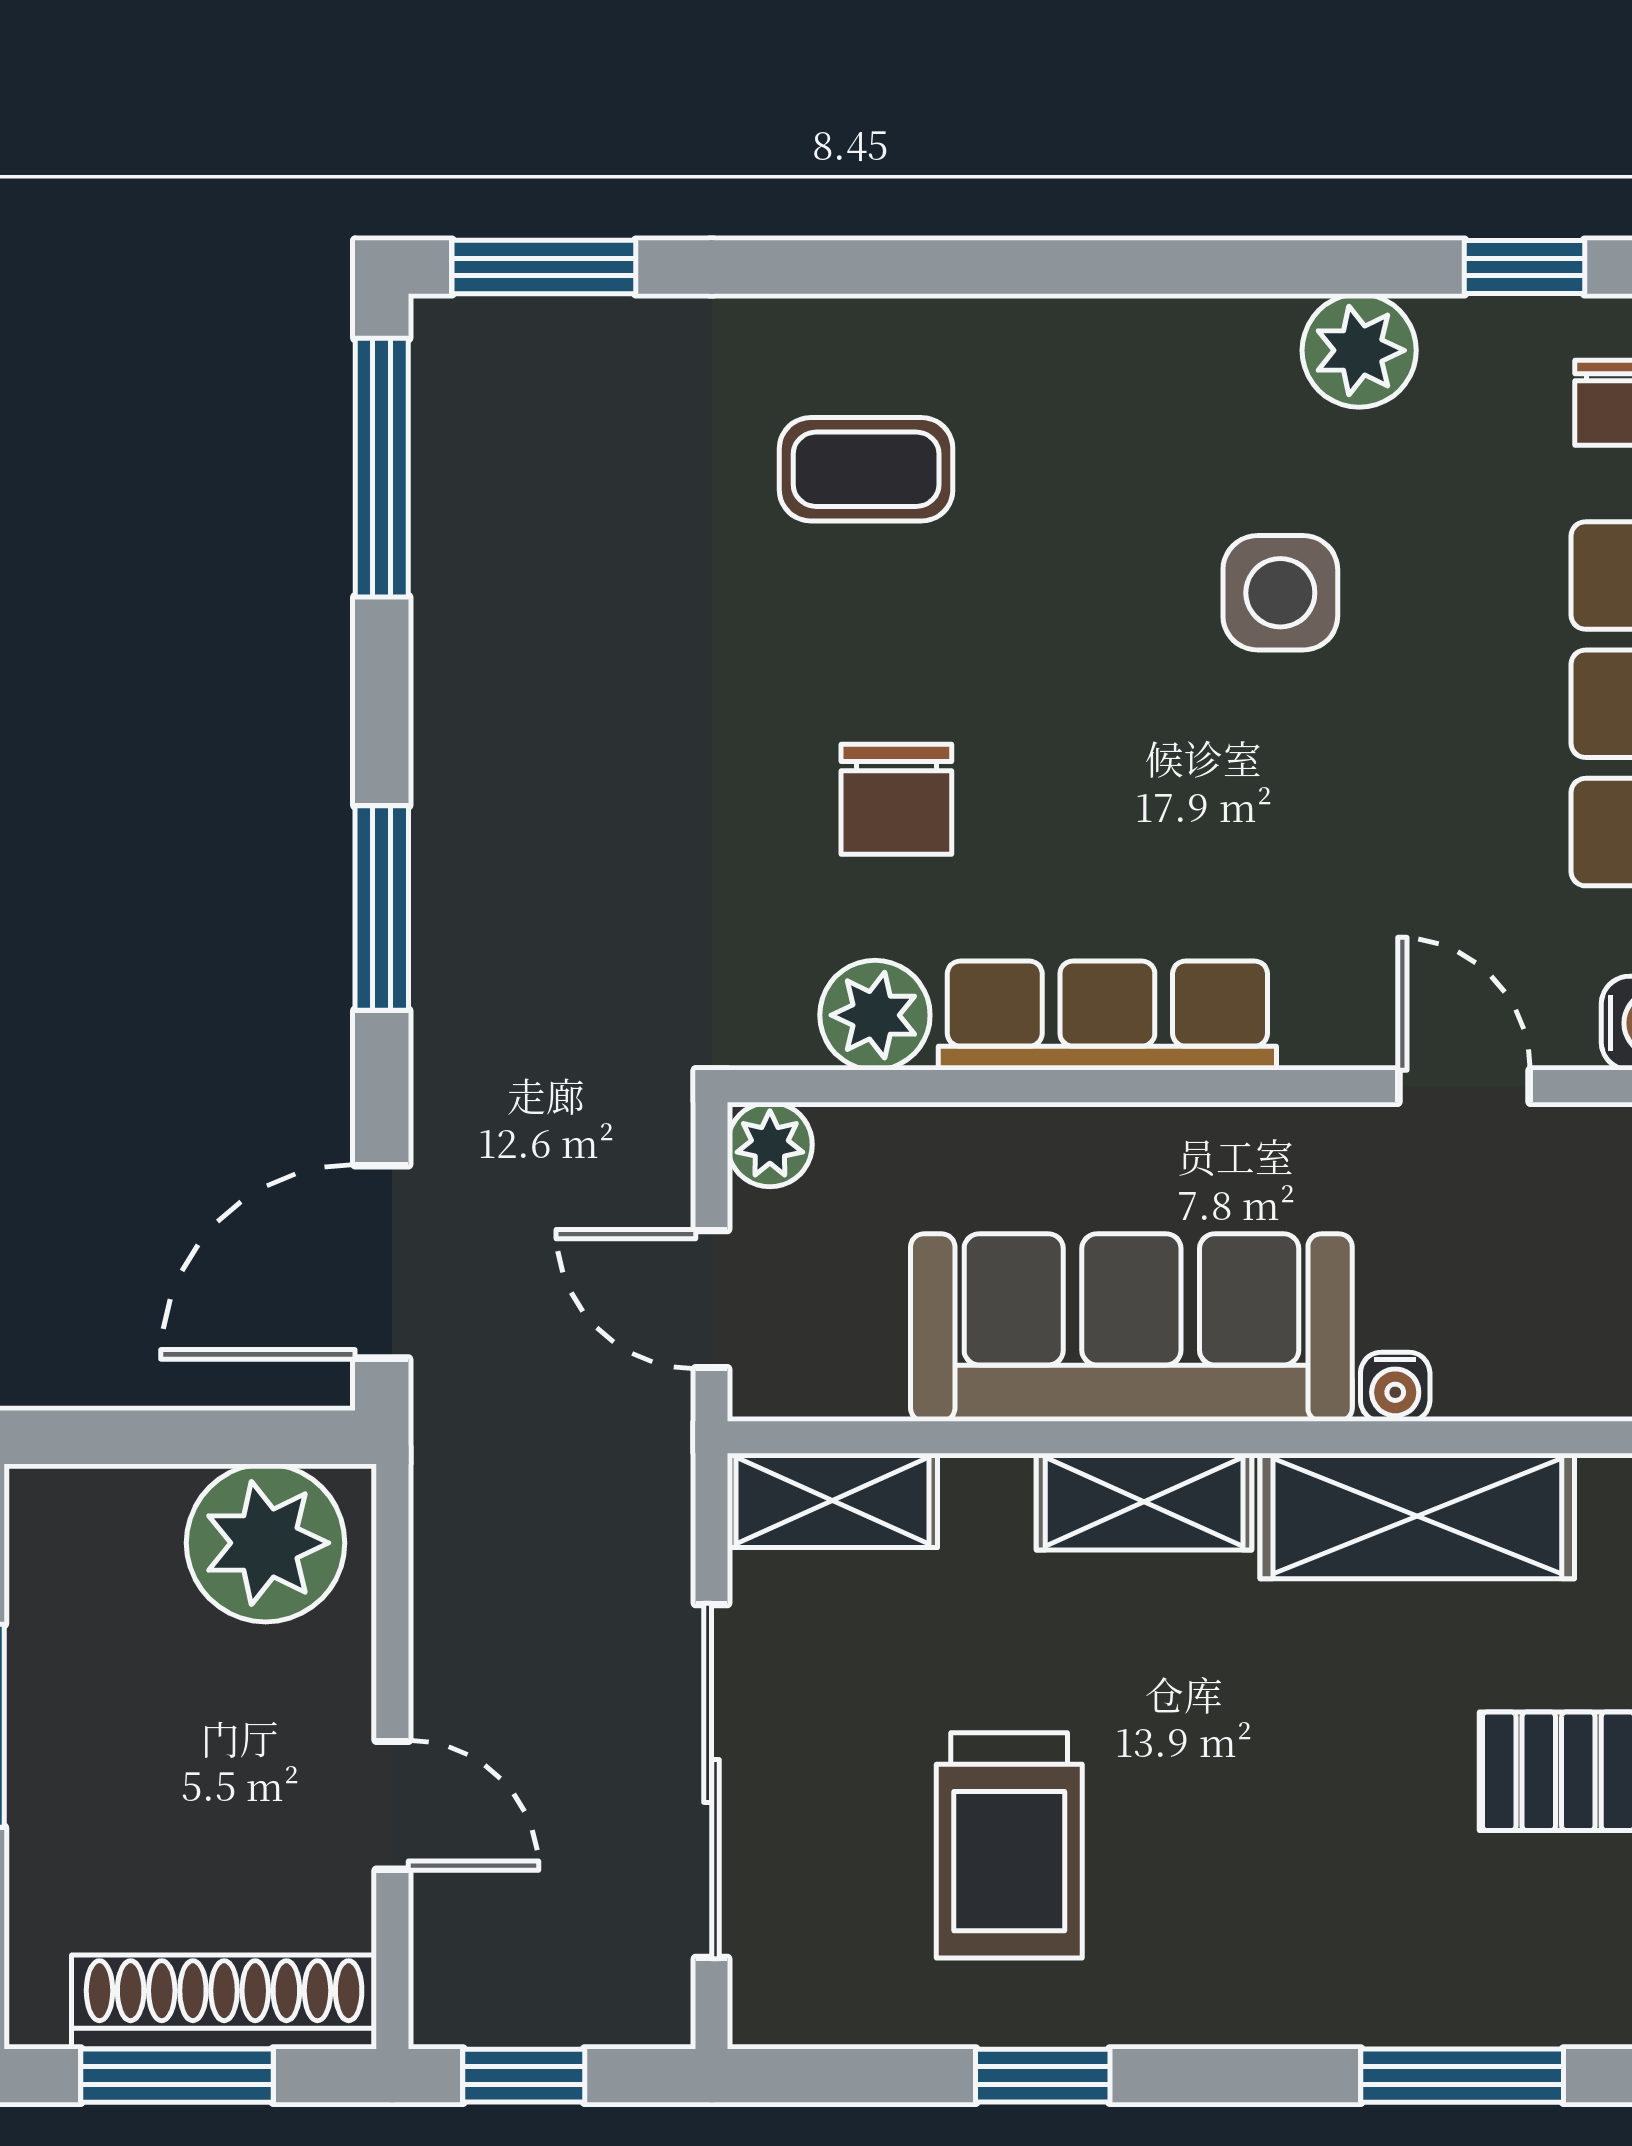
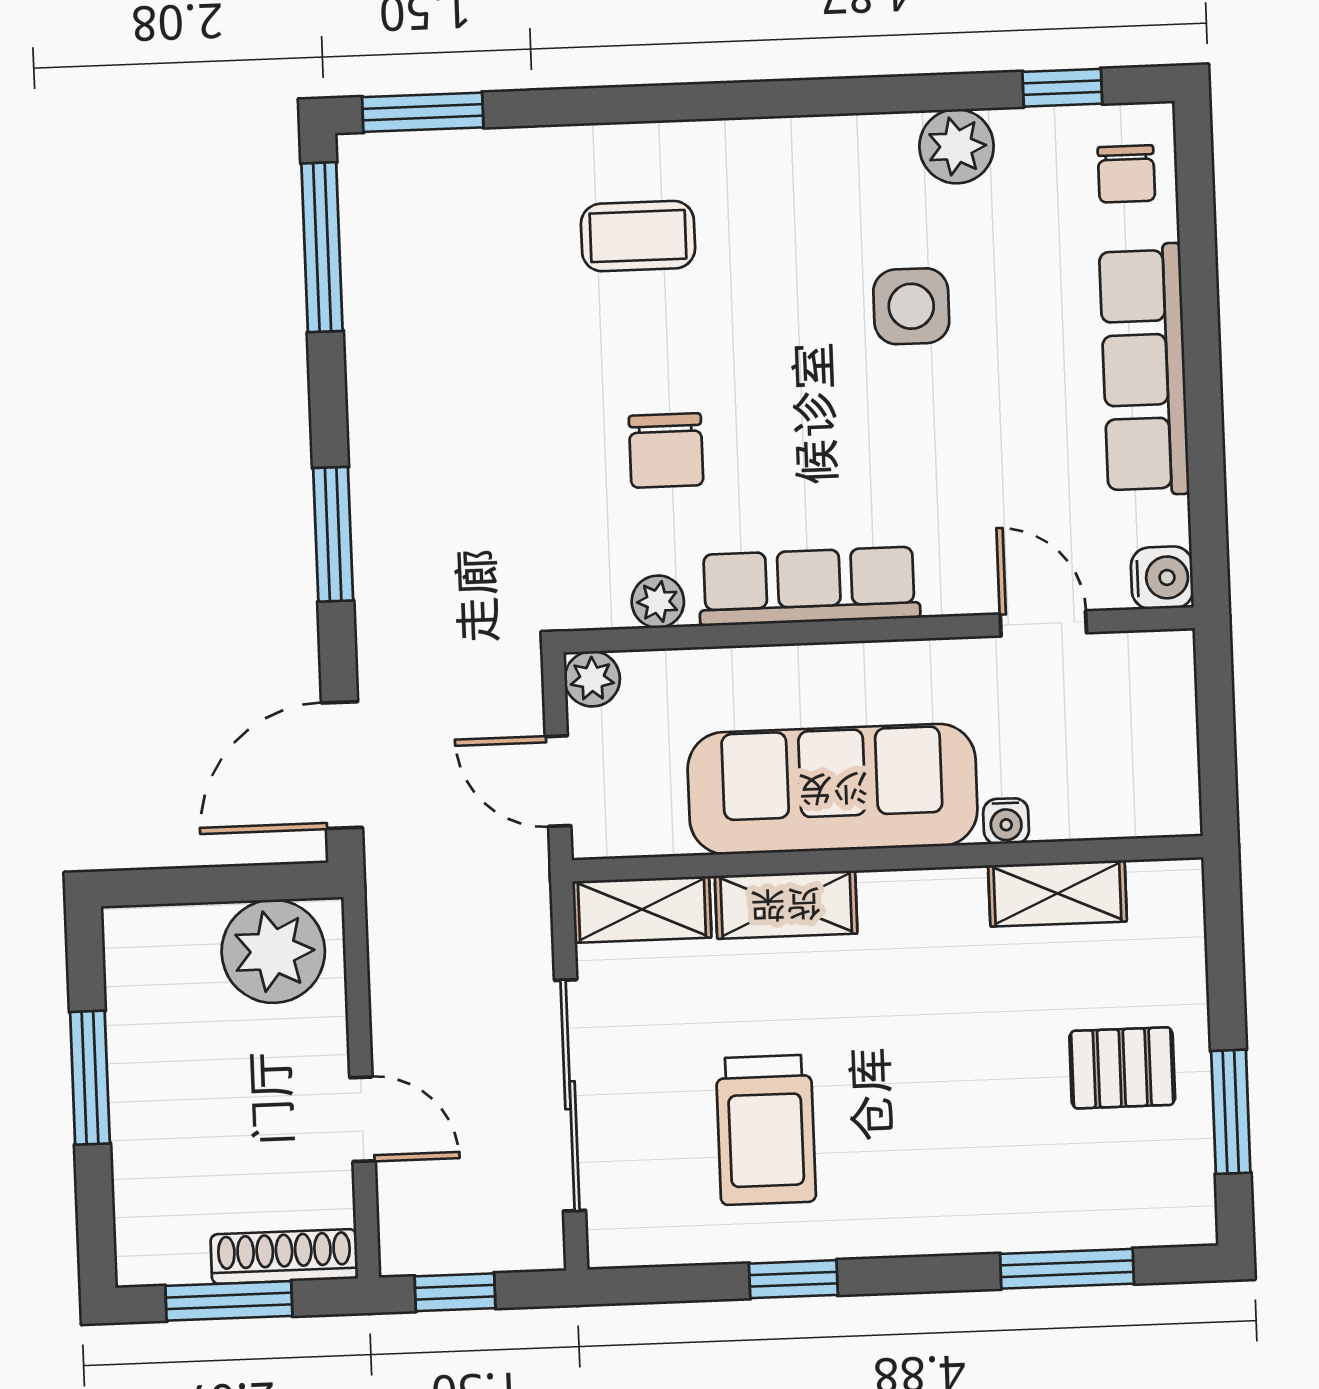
plant: (875, 1015) -> (658, 602), width x0.73, depth x0.73
shelving: (1144, 1502) -> (786, 905), moved
shelving: (1417, 1516) -> (1057, 893), width x0.67, depth x0.75
shoe rack: (224, 2002) -> (284, 1257), width x0.74, depth x0.81

